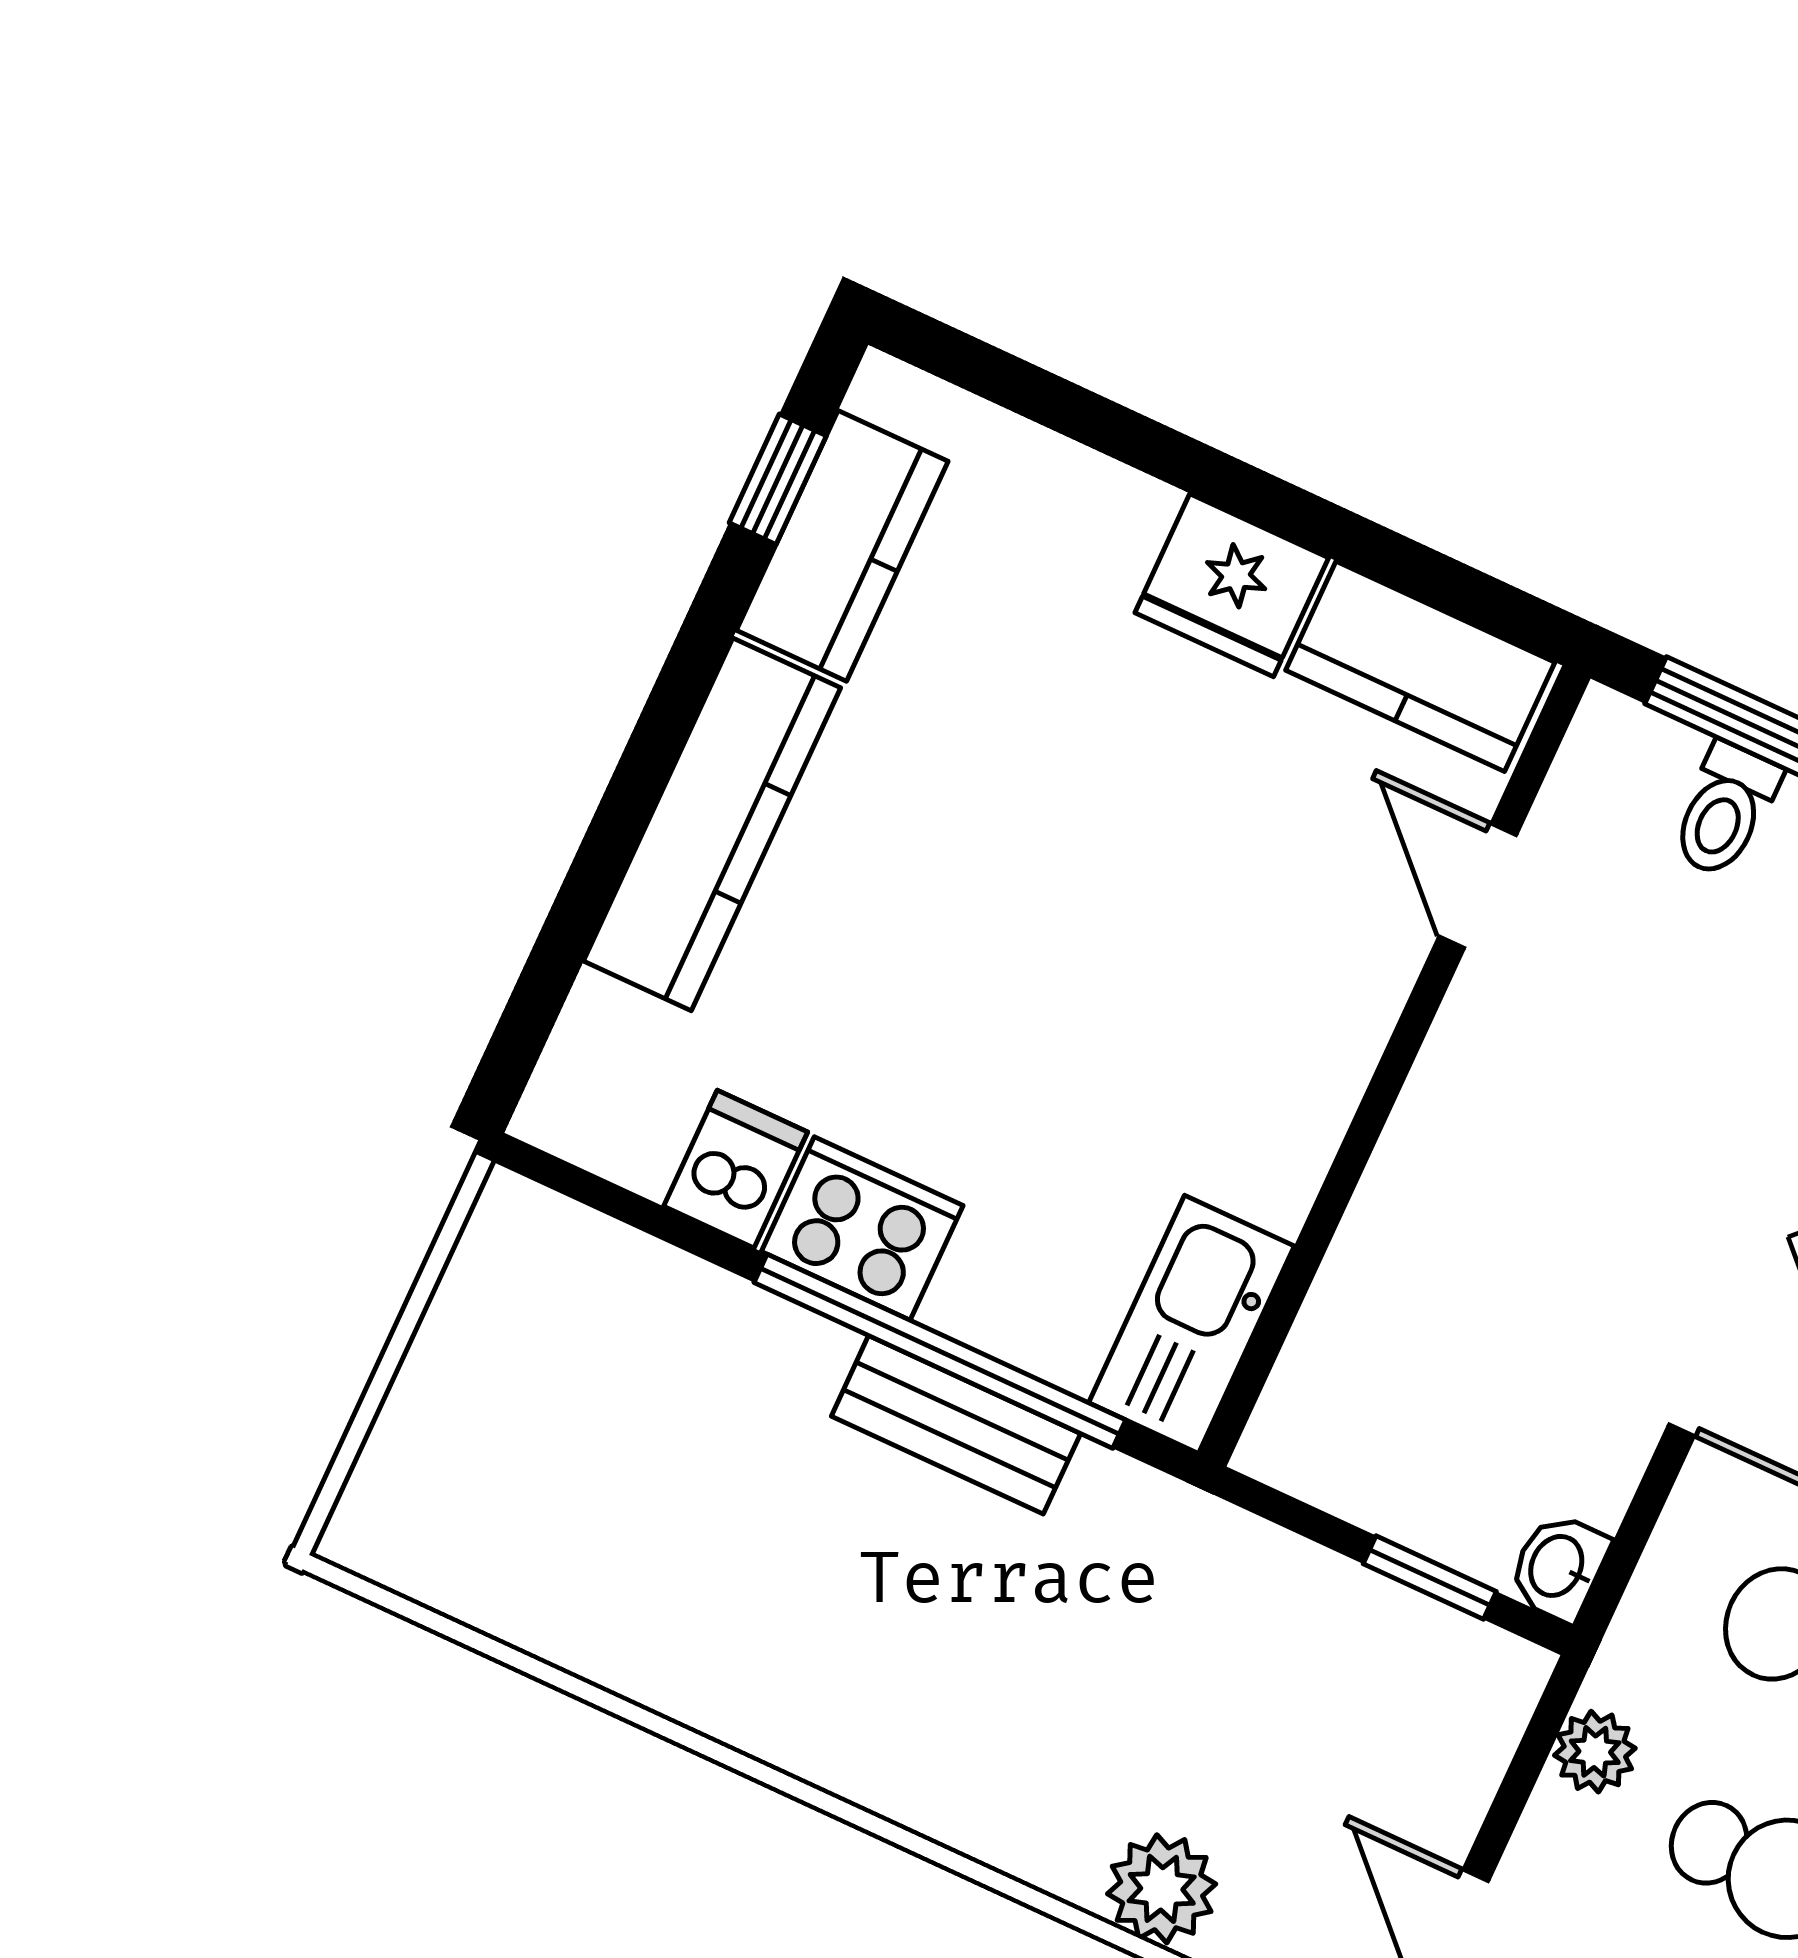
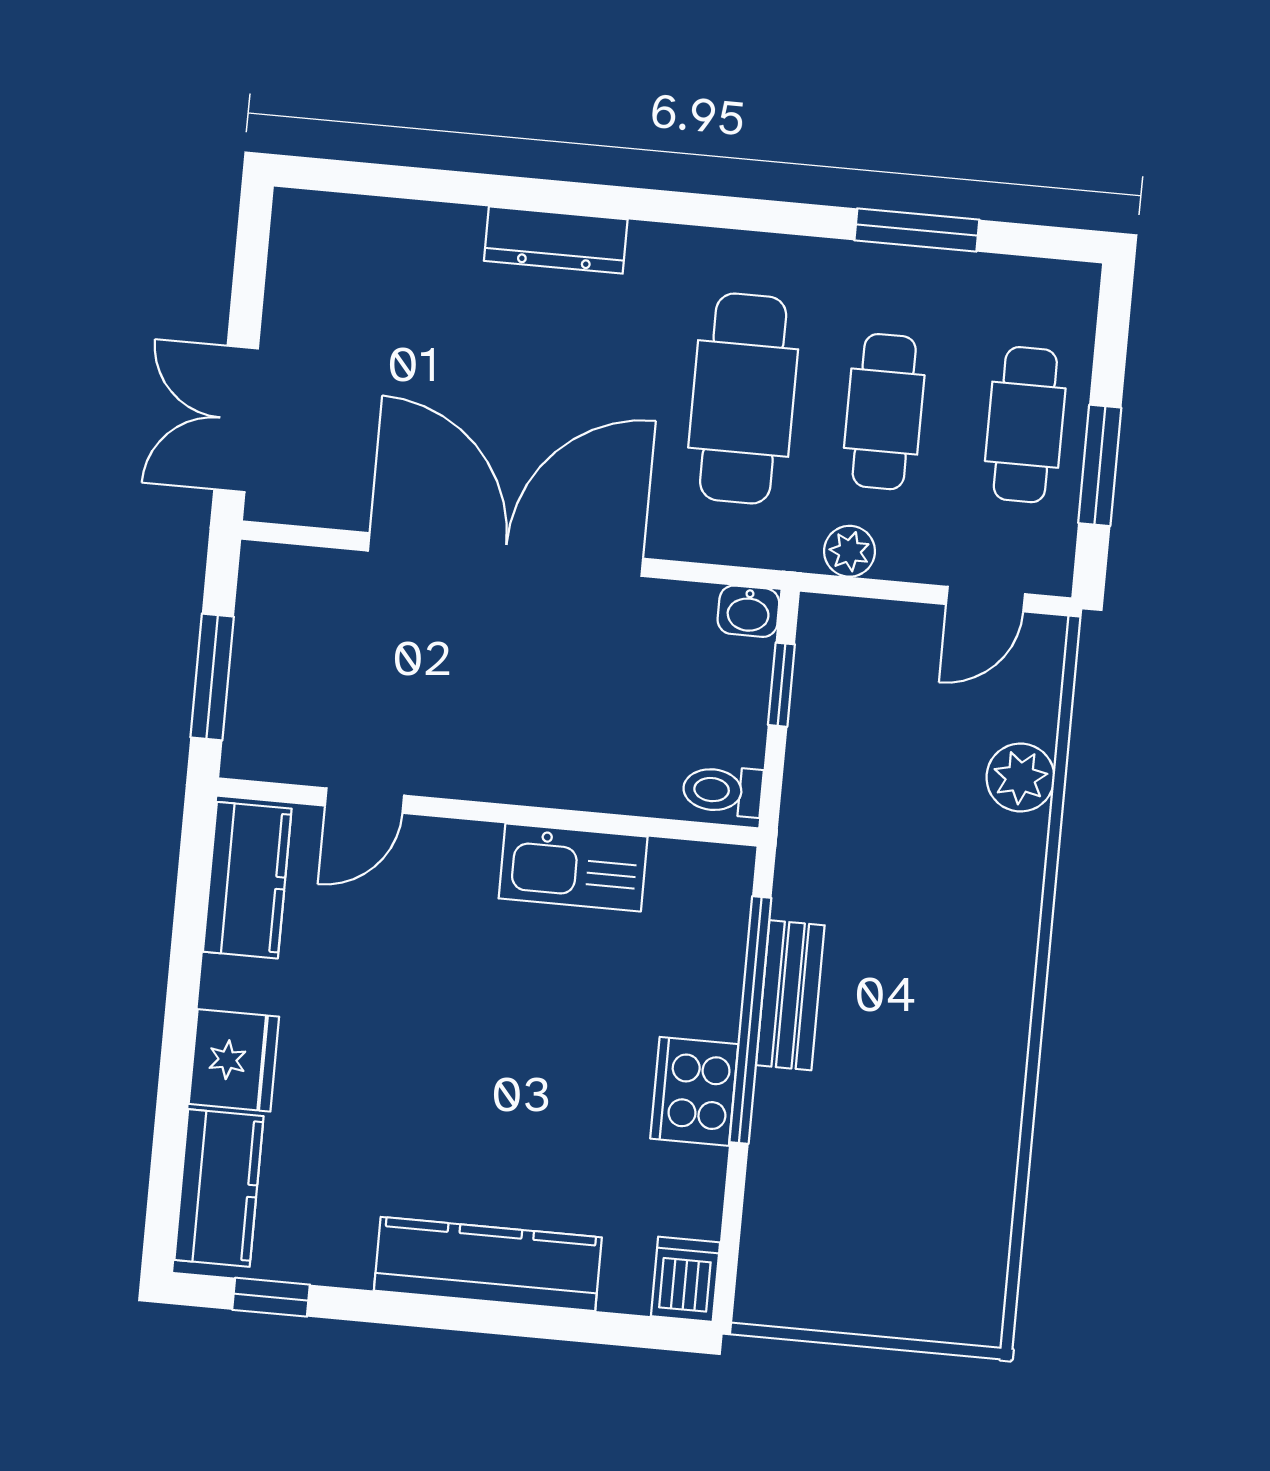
kitchen counter: (842, 546) -> (219, 1188), moved, turned 90
fridge: (1232, 585) -> (234, 1060), moved
toilet: (1725, 810) -> (723, 791), moved, turned 180
dishwasher: (736, 1169) -> (685, 1279), moved, turned 90
kitchen sink: (1192, 1324) -> (573, 867), moved

